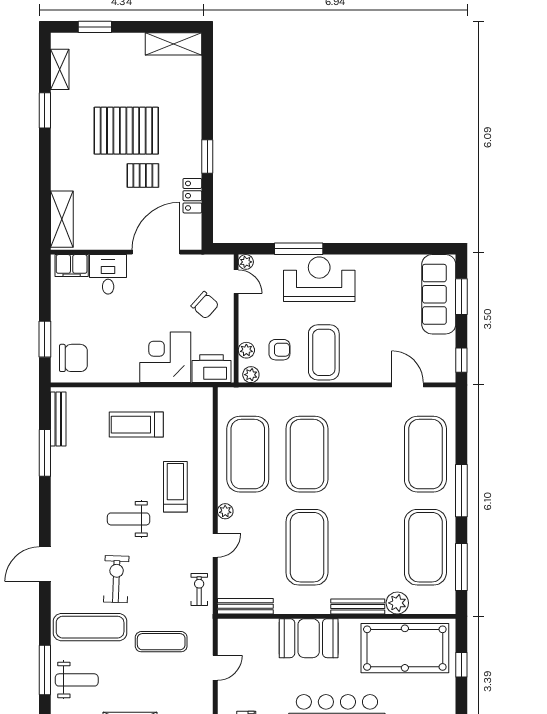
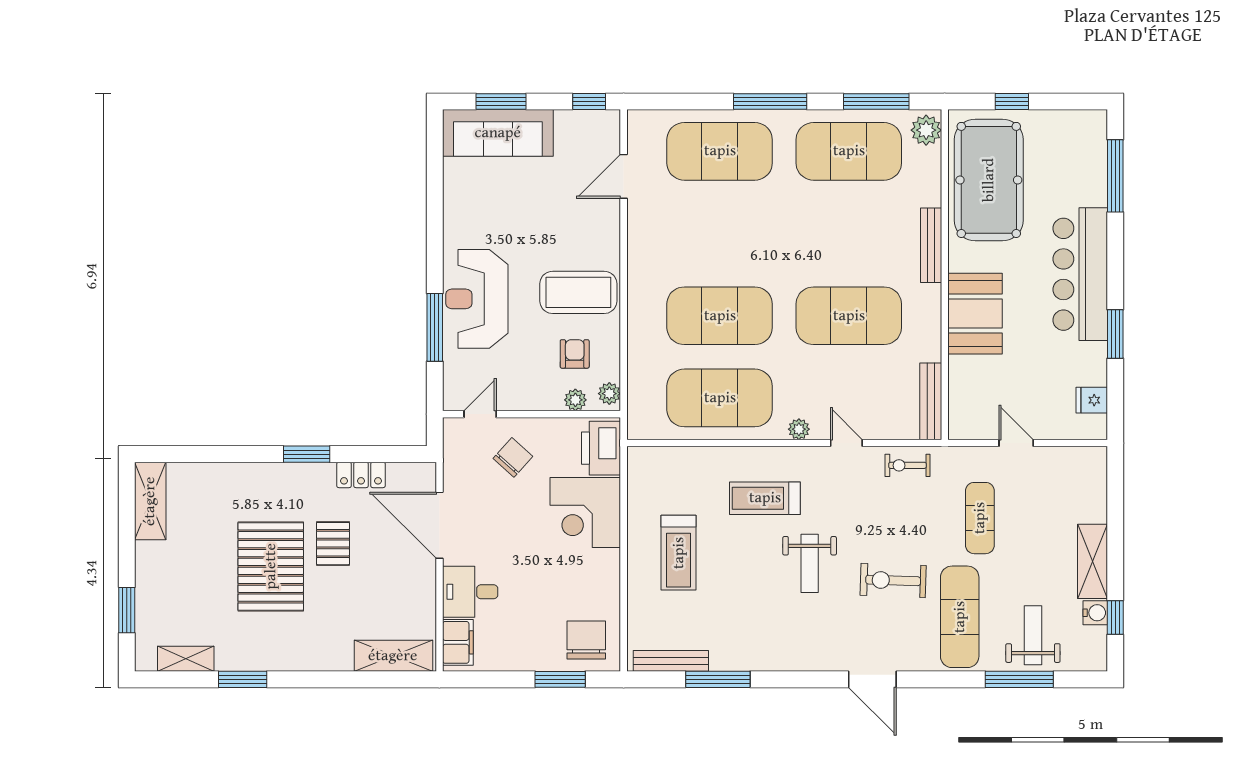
plant: (246, 262) -> (453, 401), removed
plant: (397, 603) -> (926, 130), moved

